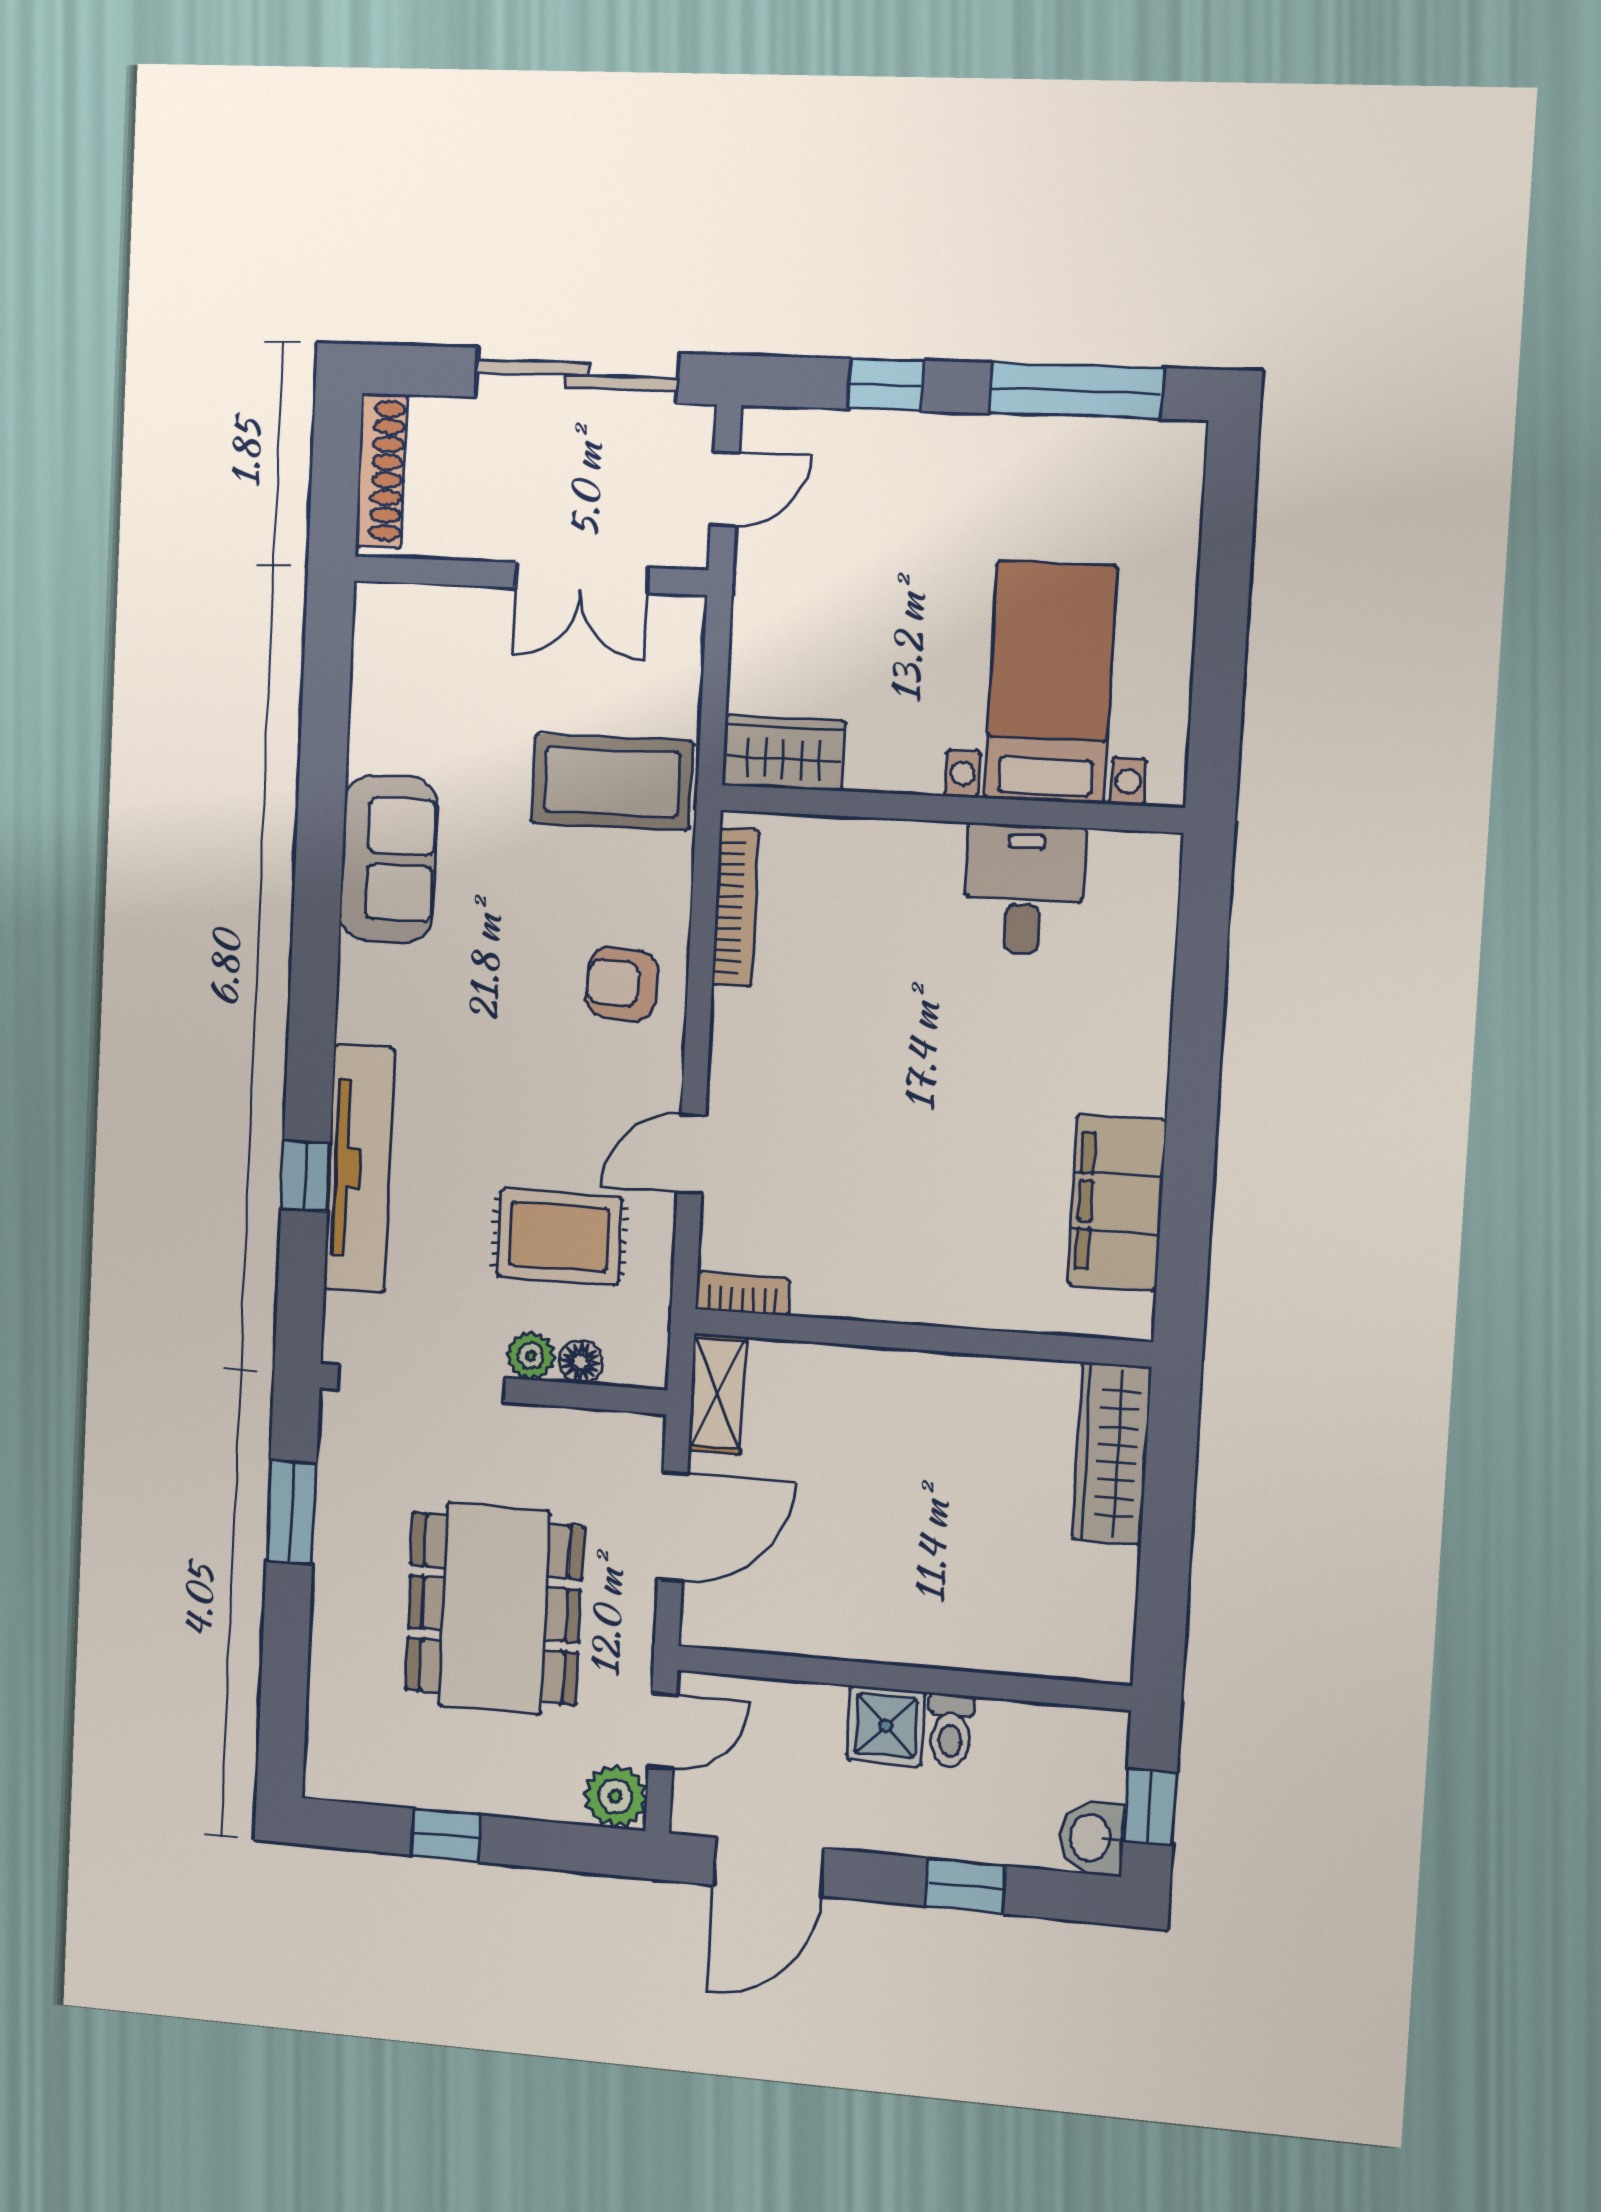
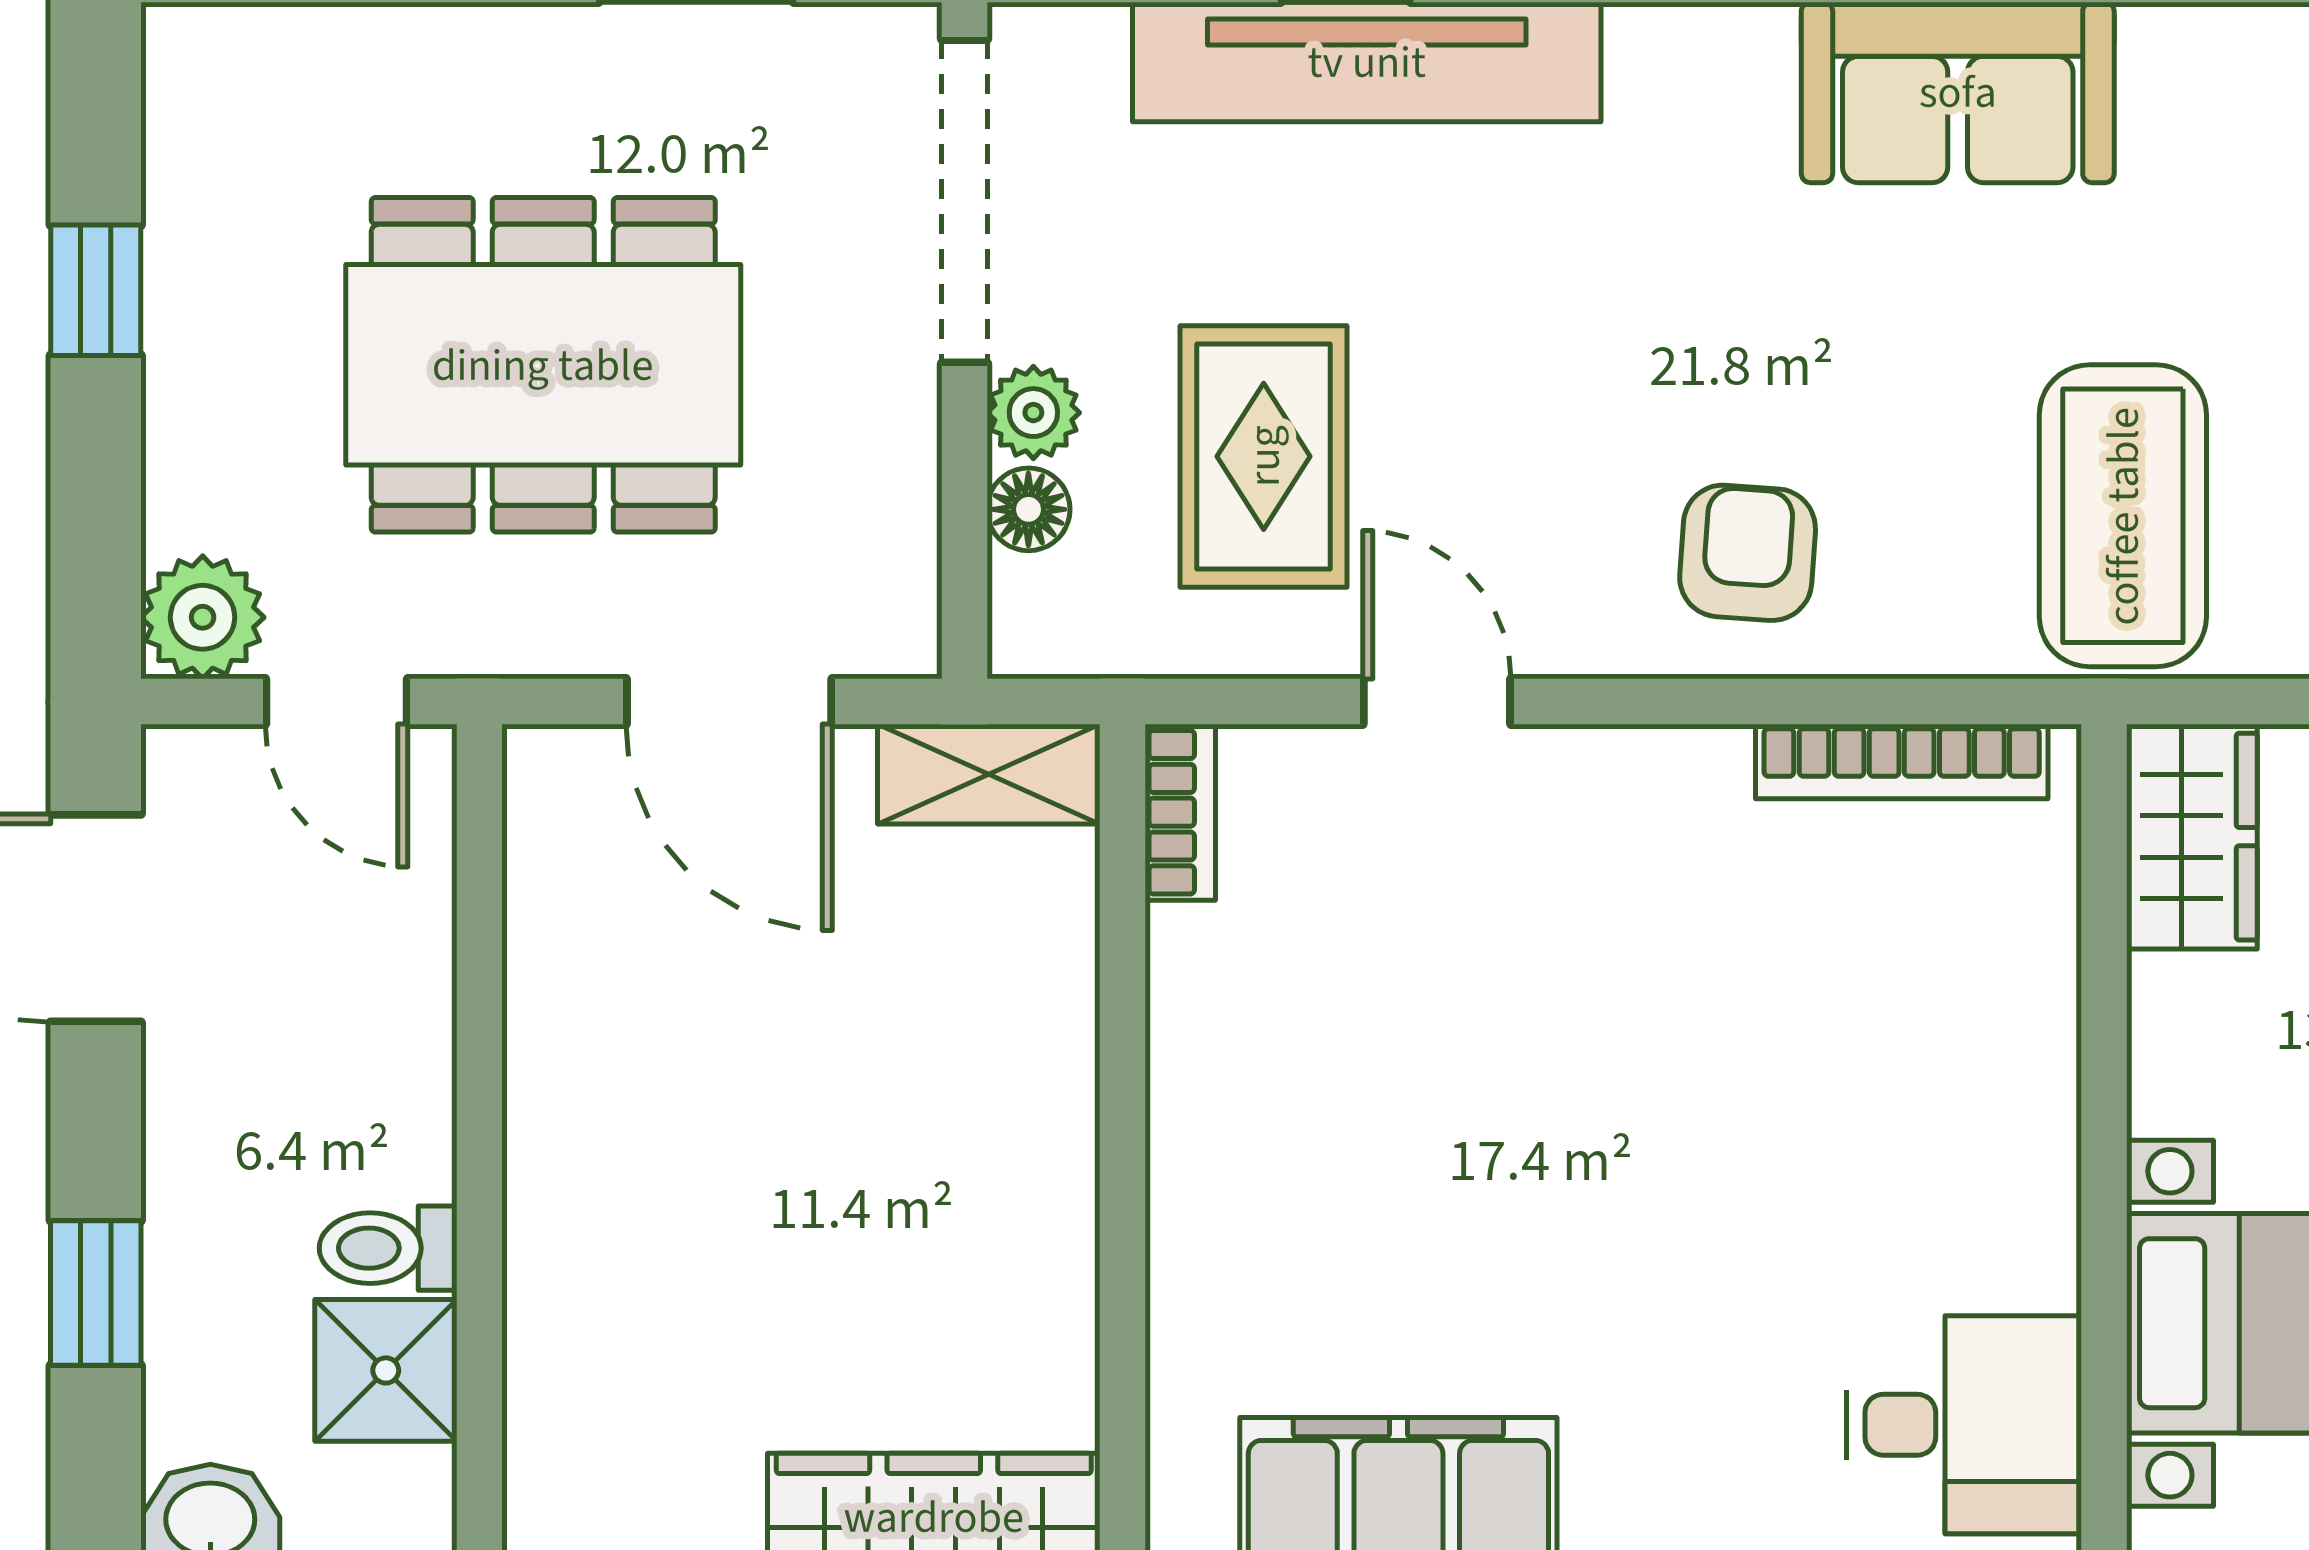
desk: (1024, 889) -> (1964, 1425), moved
shower: (886, 1726) -> (386, 1370), moved

